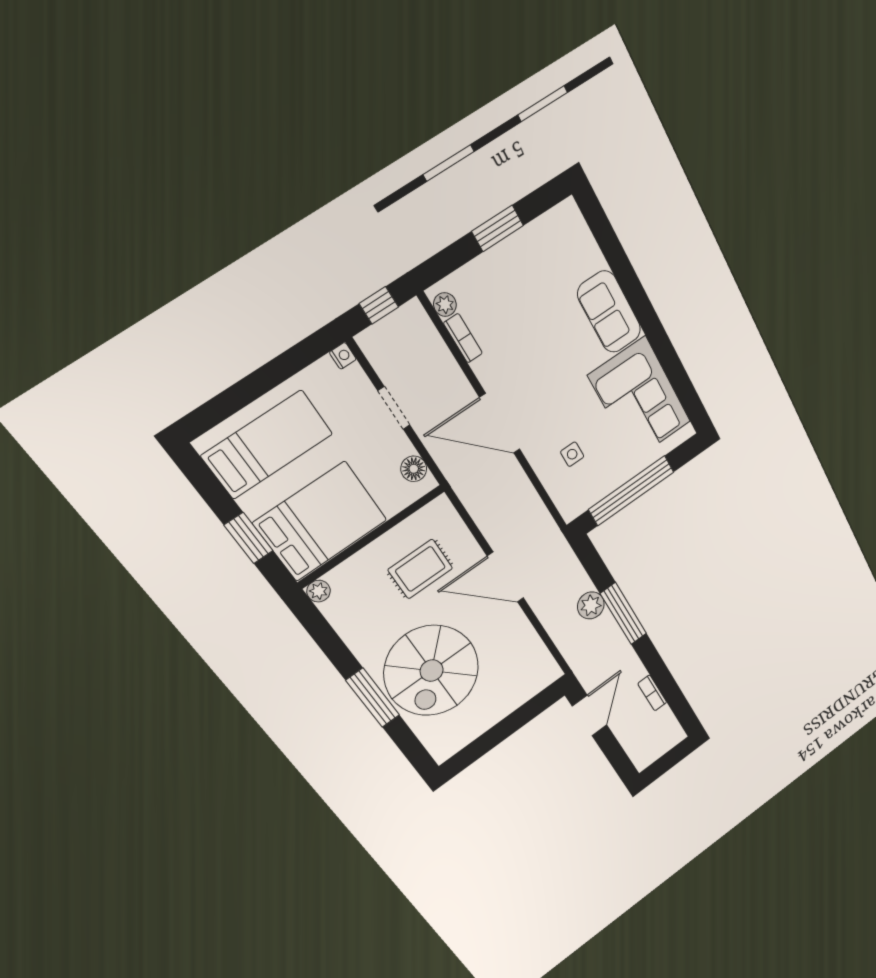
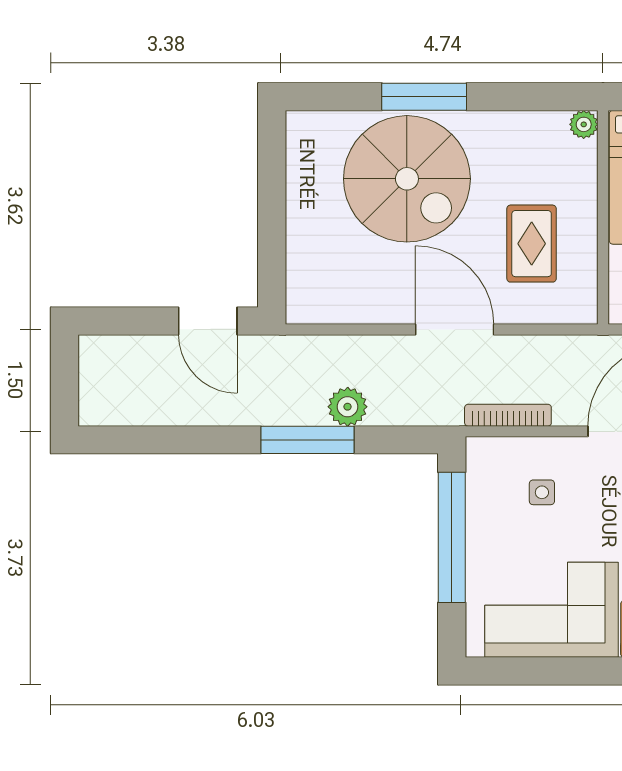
door: (505, 577) -> (455, 329), hinge flipped
spiral stairs: (432, 671) -> (407, 179), turned 180
bookcase: (652, 693) -> (508, 415), moved, width x1.56

